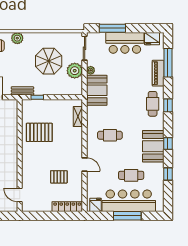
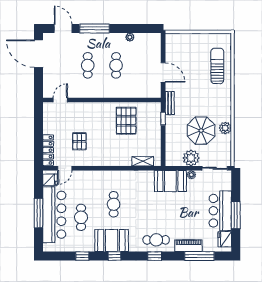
window: (112, 28) -> (236, 215), moved
plant: (17, 38) -> (225, 128), moved
cafe table: (110, 135) -> (114, 204), moved
door: (85, 164) -> (65, 168), moved

